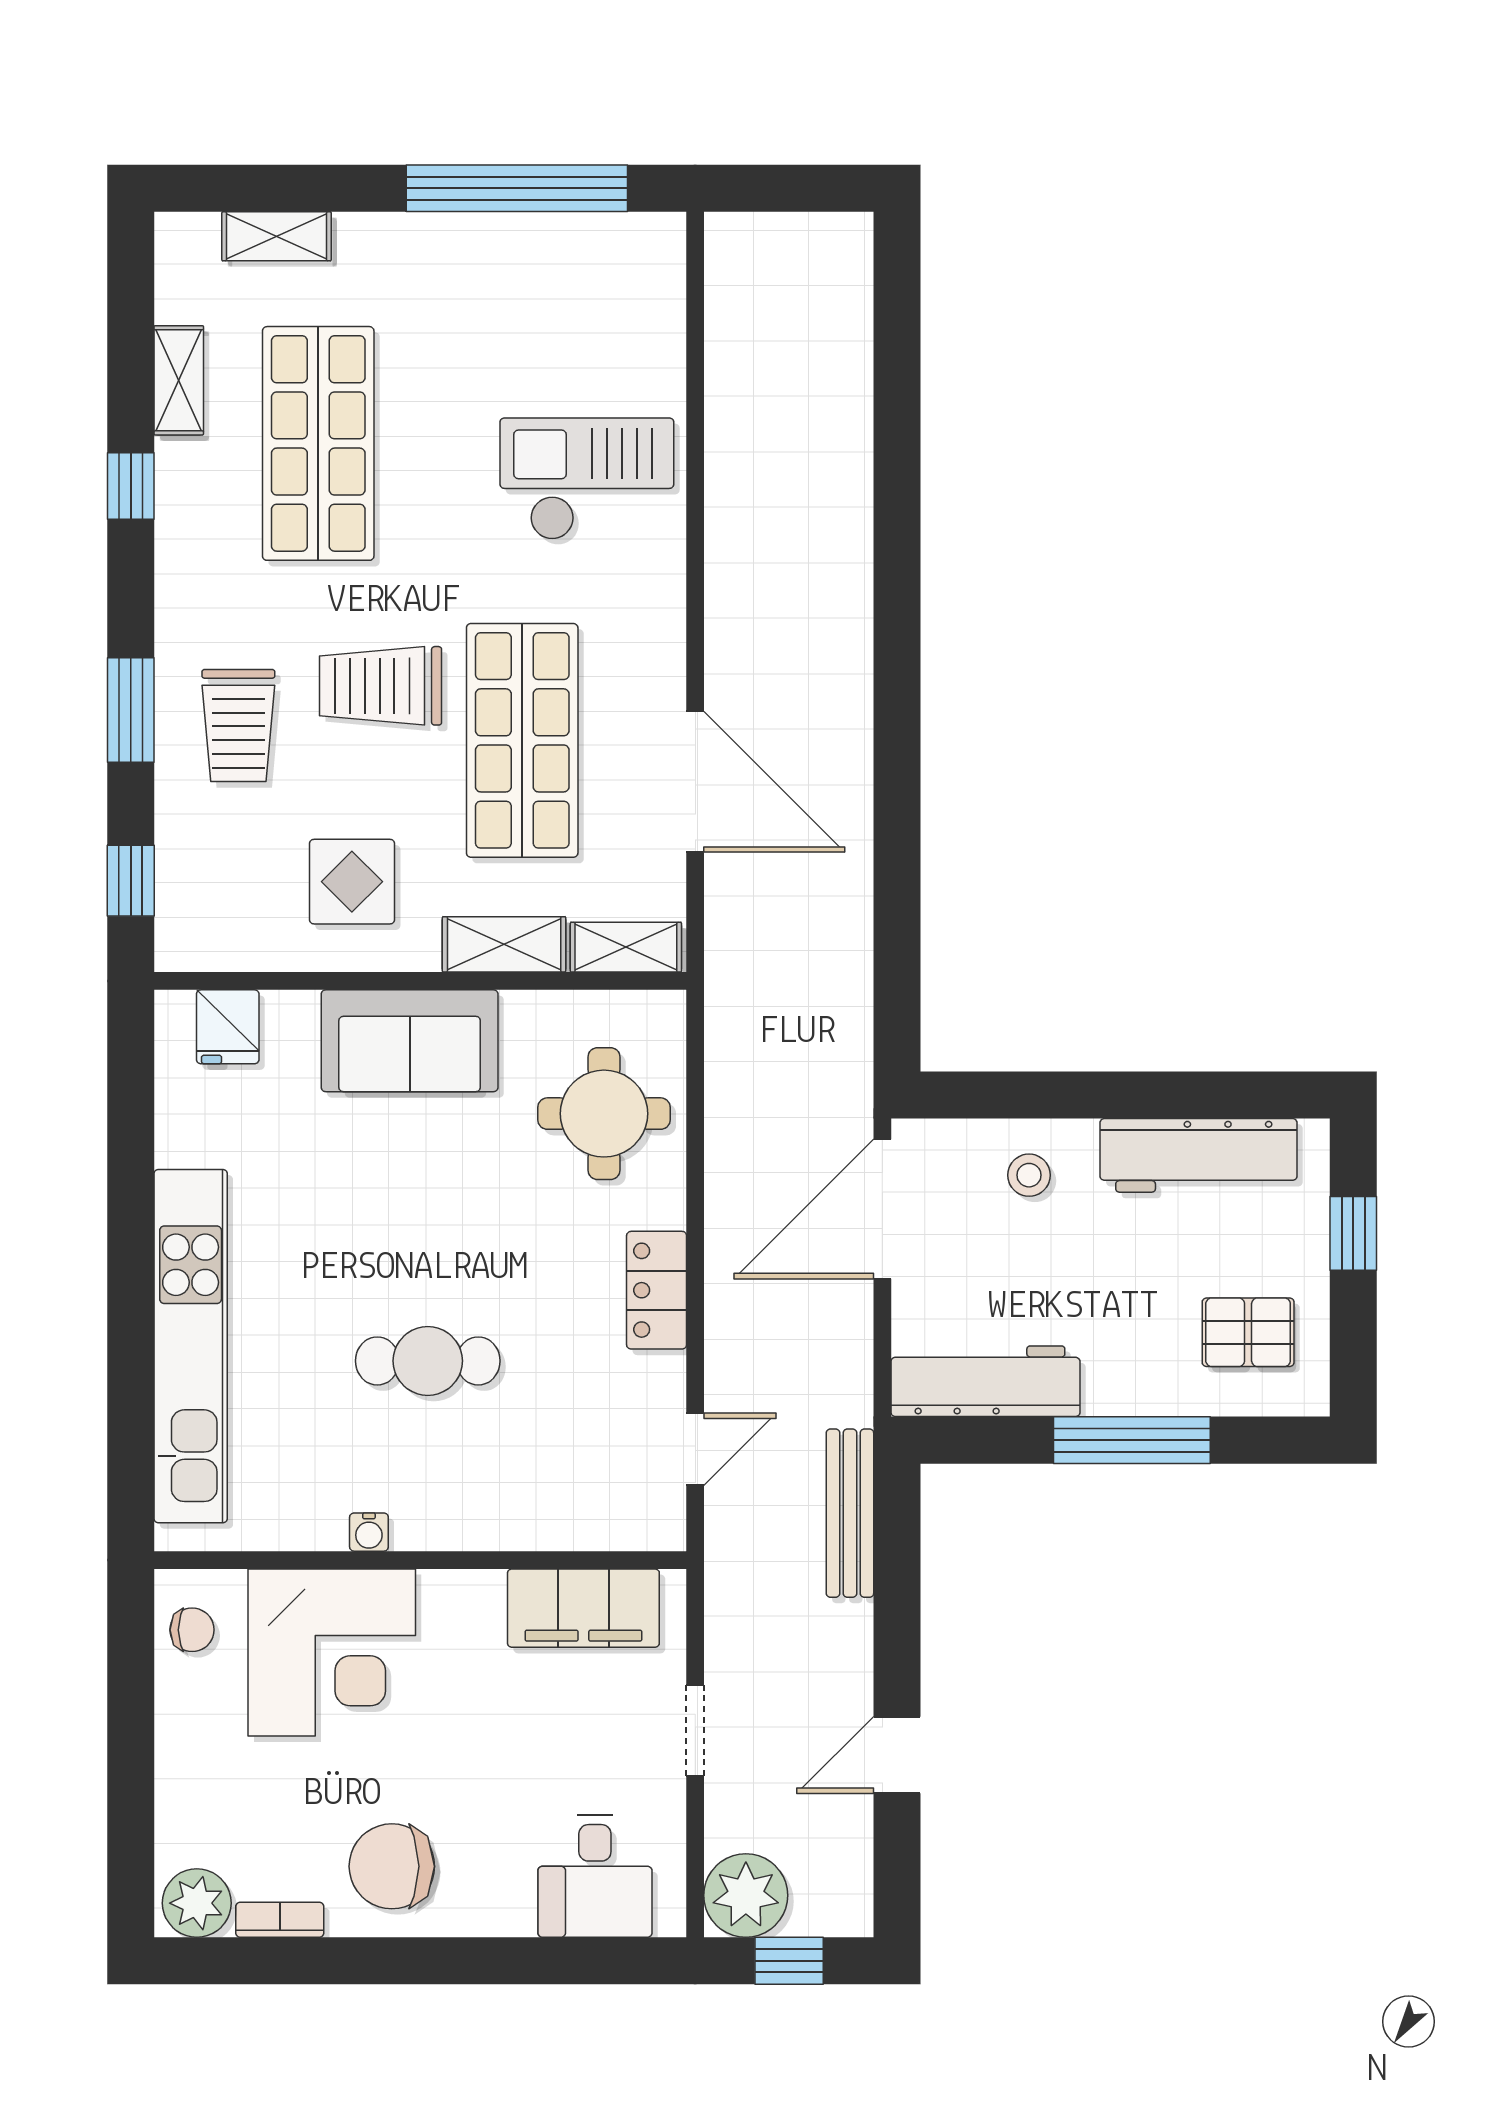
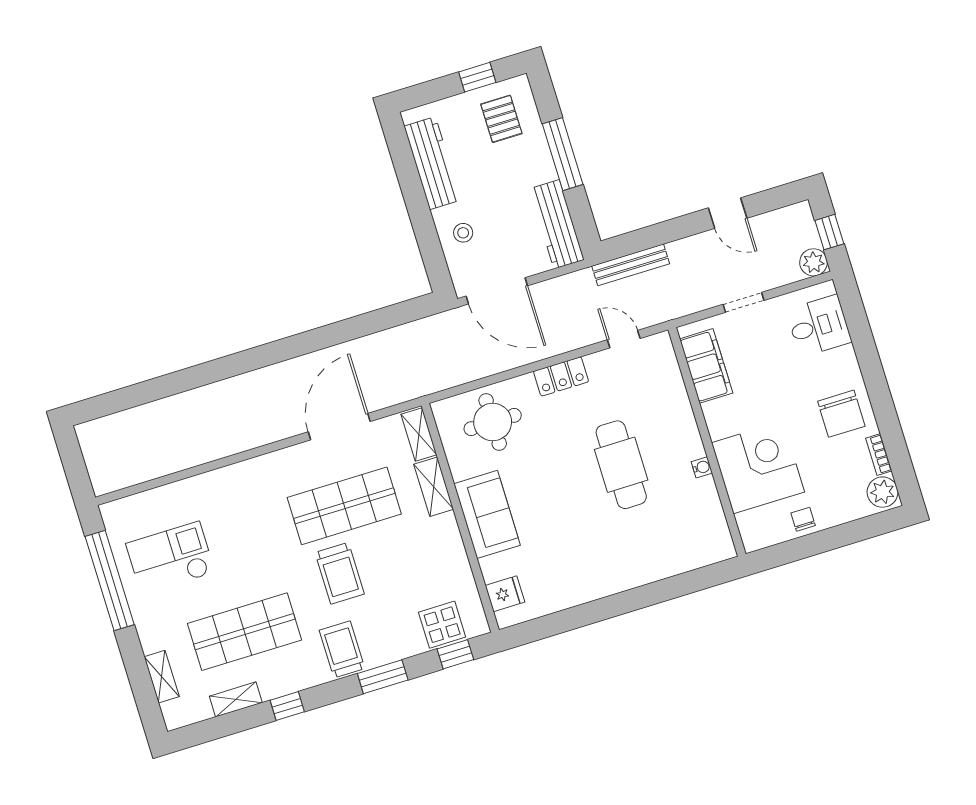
checkout: (587, 479) -> (170, 558), moved, turned 90
trolley: (238, 726) -> (342, 649), moved, turned -90
display table: (352, 882) -> (442, 625), moved
window: (1353, 1233) -> (477, 77), moved
kitchen unit: (191, 1346) -> (646, 568), removed
cafe table: (428, 1361) -> (621, 465), width x1.37, depth x1.35
chair: (192, 1630) -> (803, 519), moved
plant: (746, 1895) -> (814, 262), width x0.73, depth x0.73

